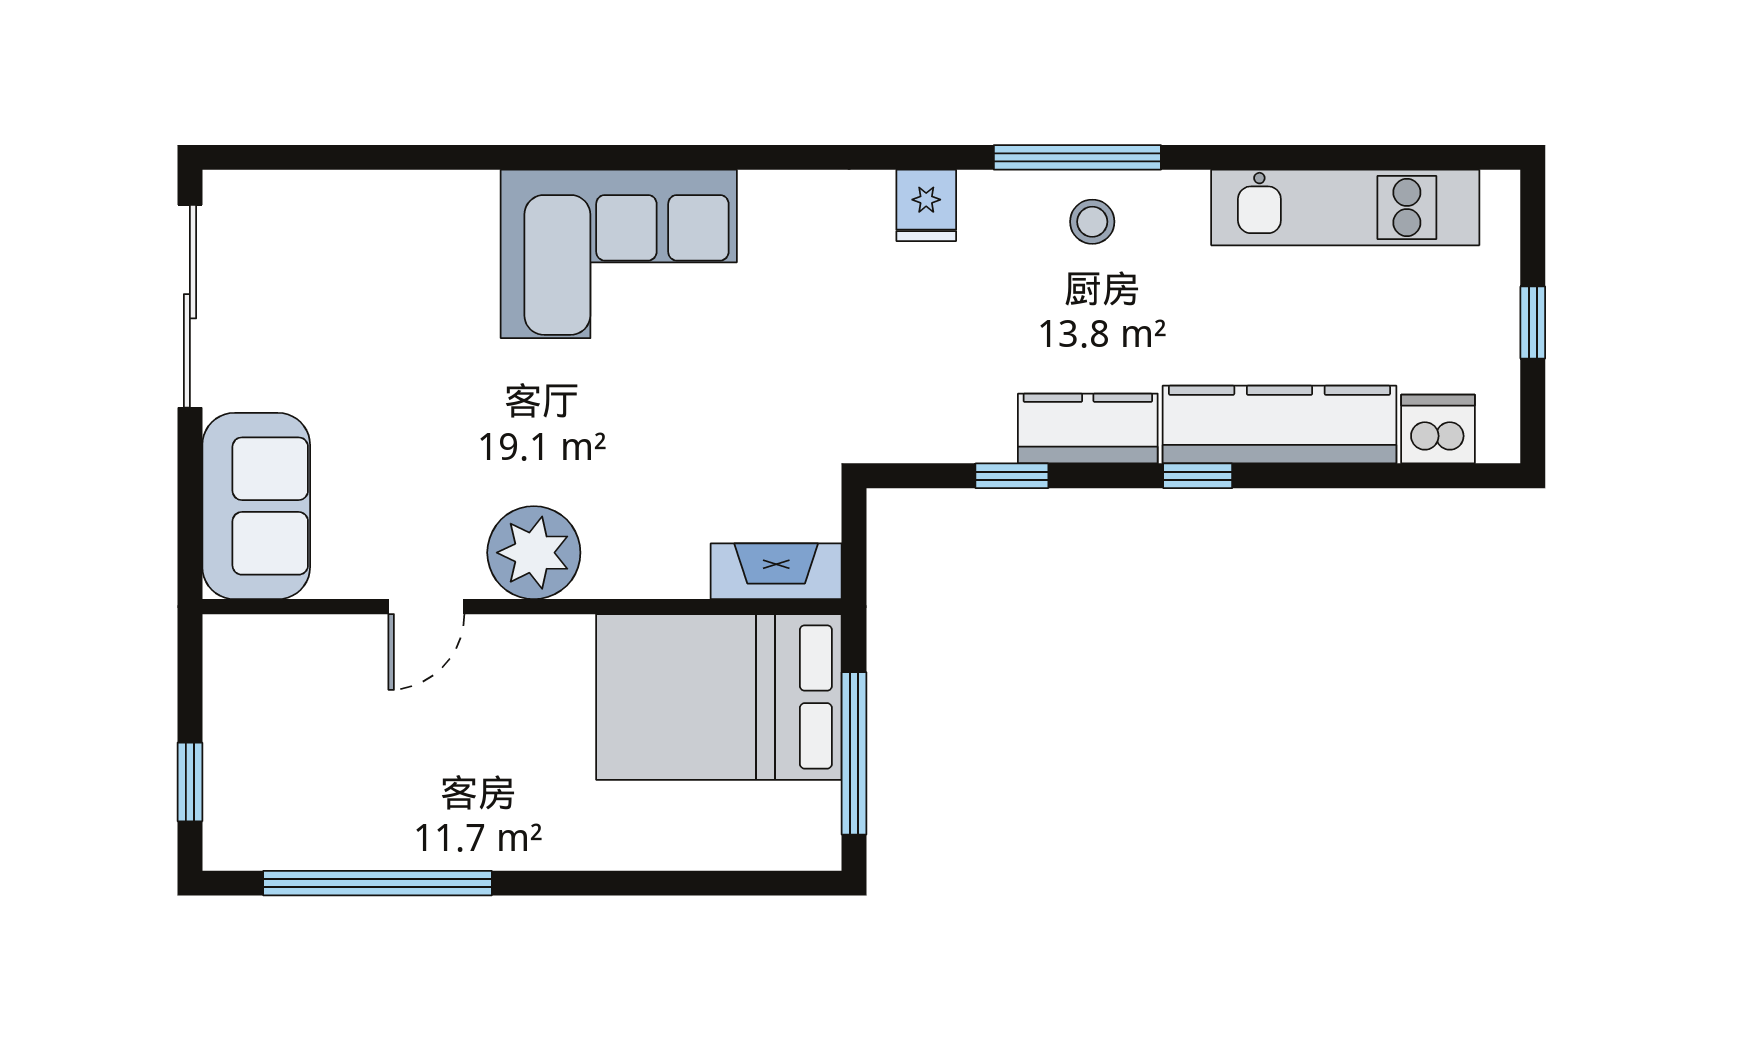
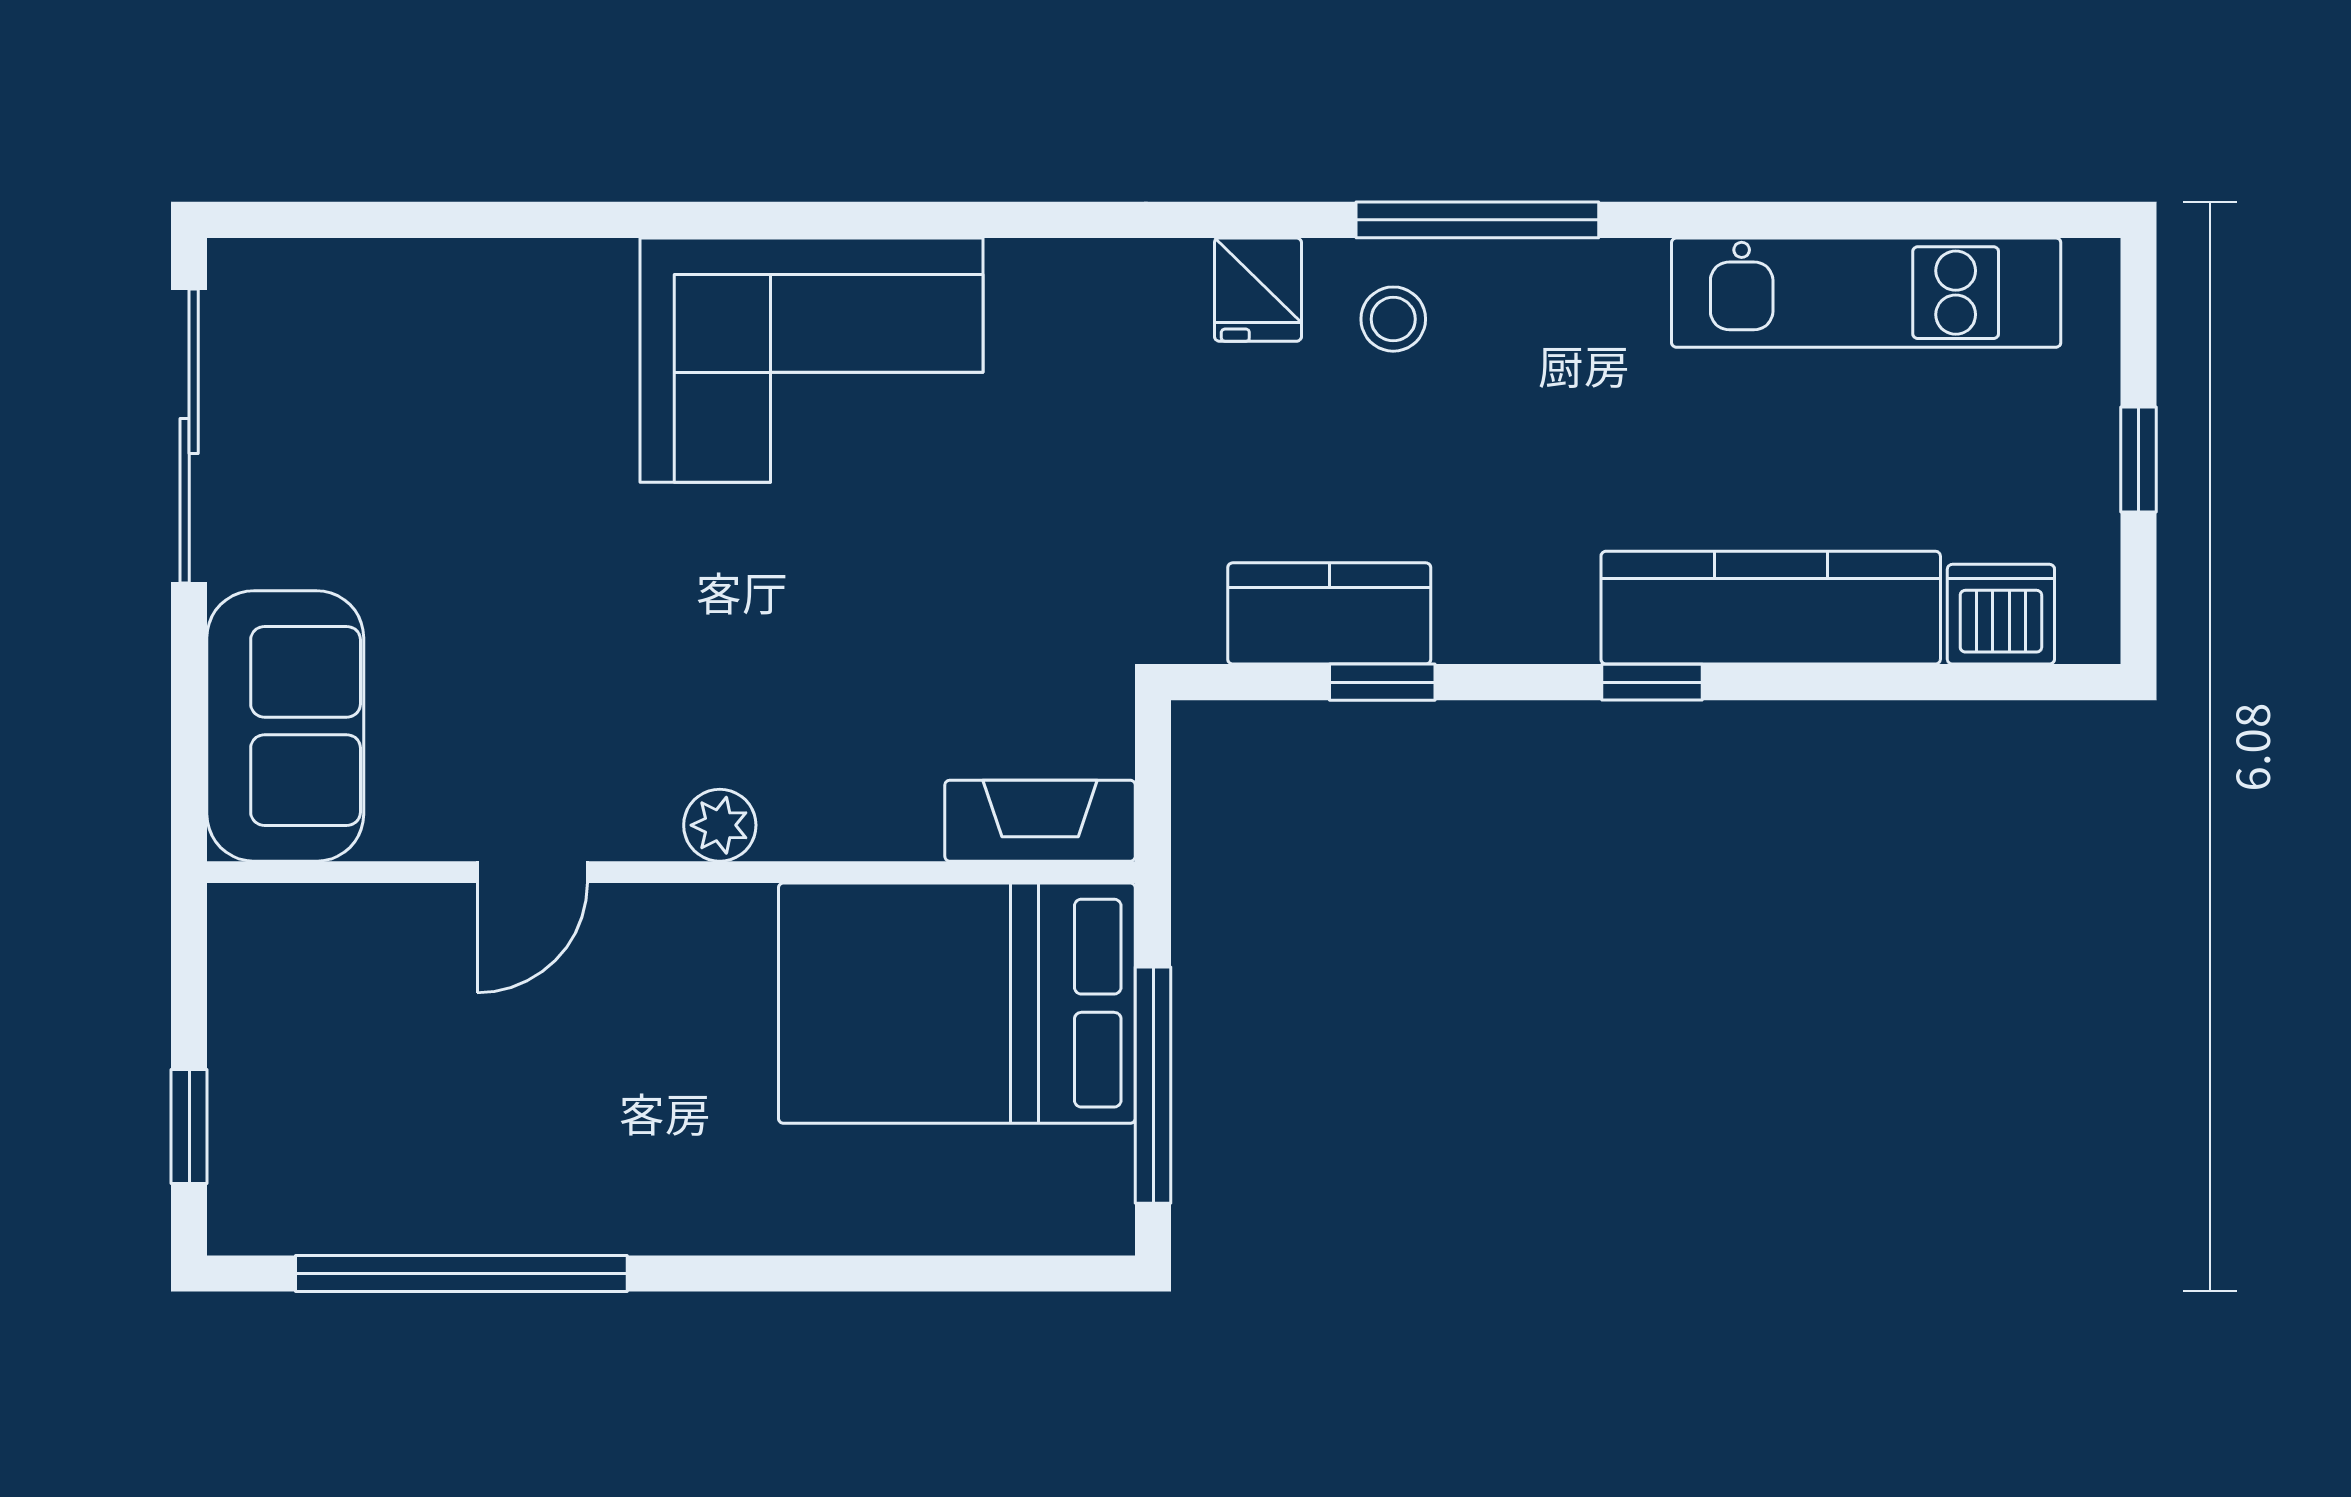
stool: (1092, 222) -> (1393, 319), moved
kitchen counter: (1088, 429) -> (1329, 613), moved
plant: (534, 553) -> (720, 825), width x0.53, depth x0.53

